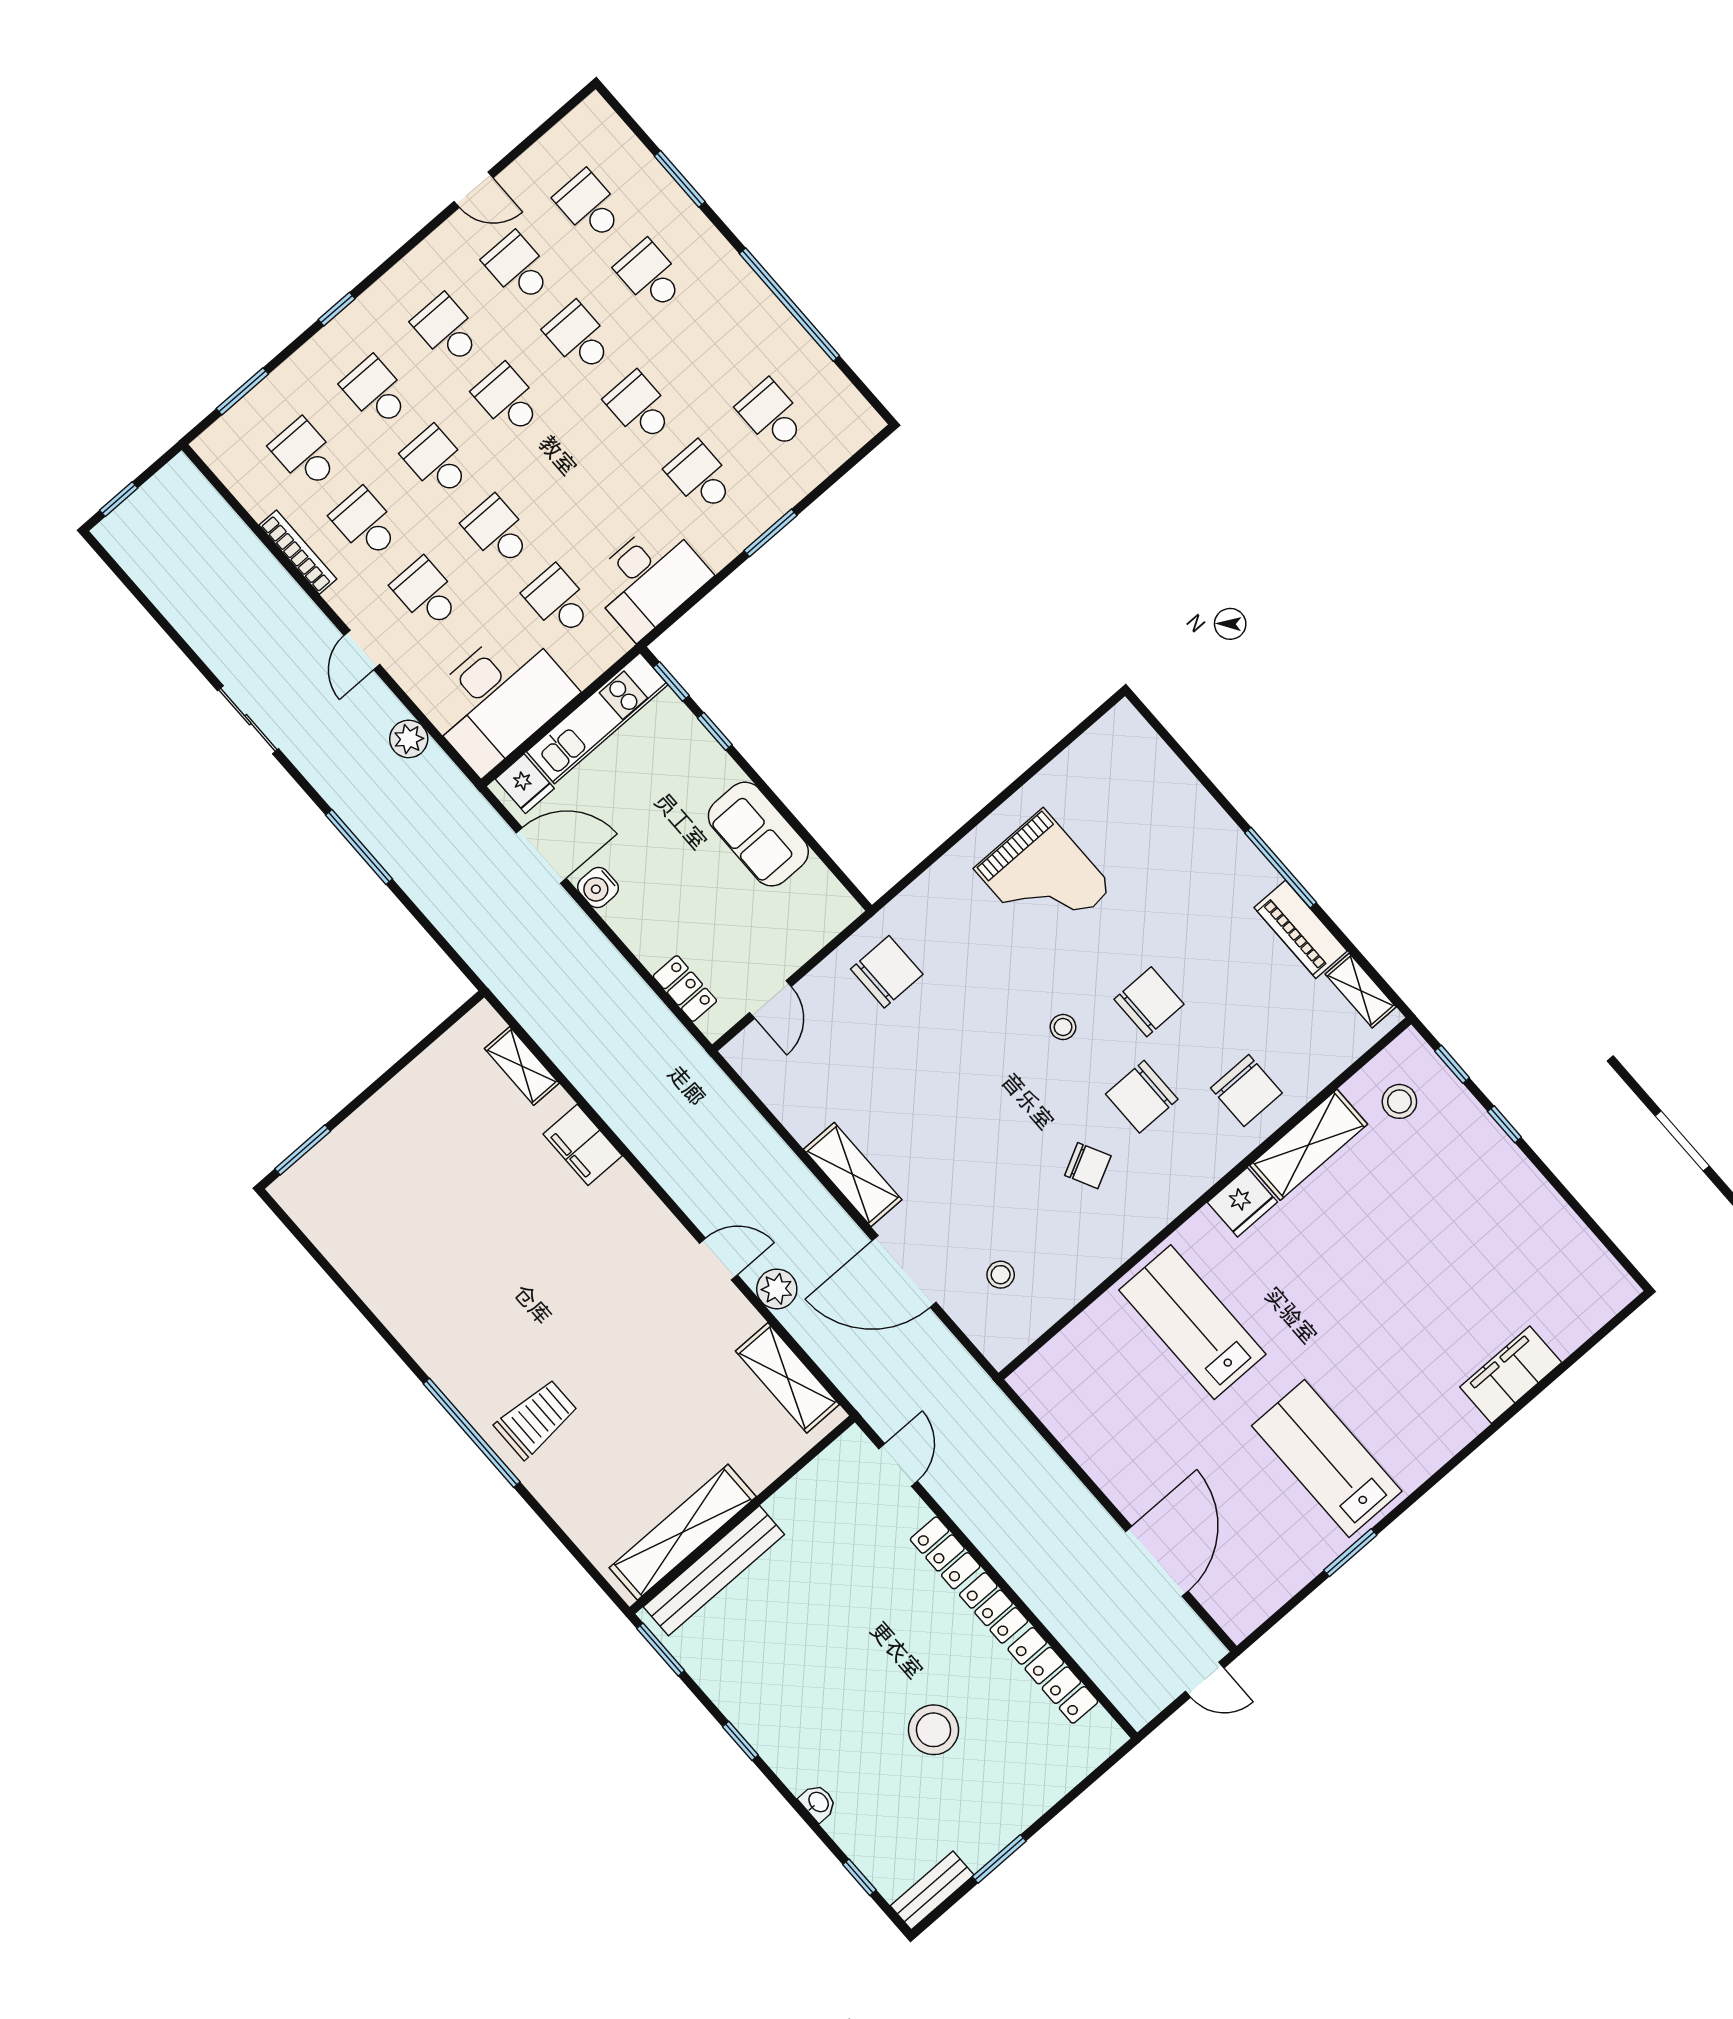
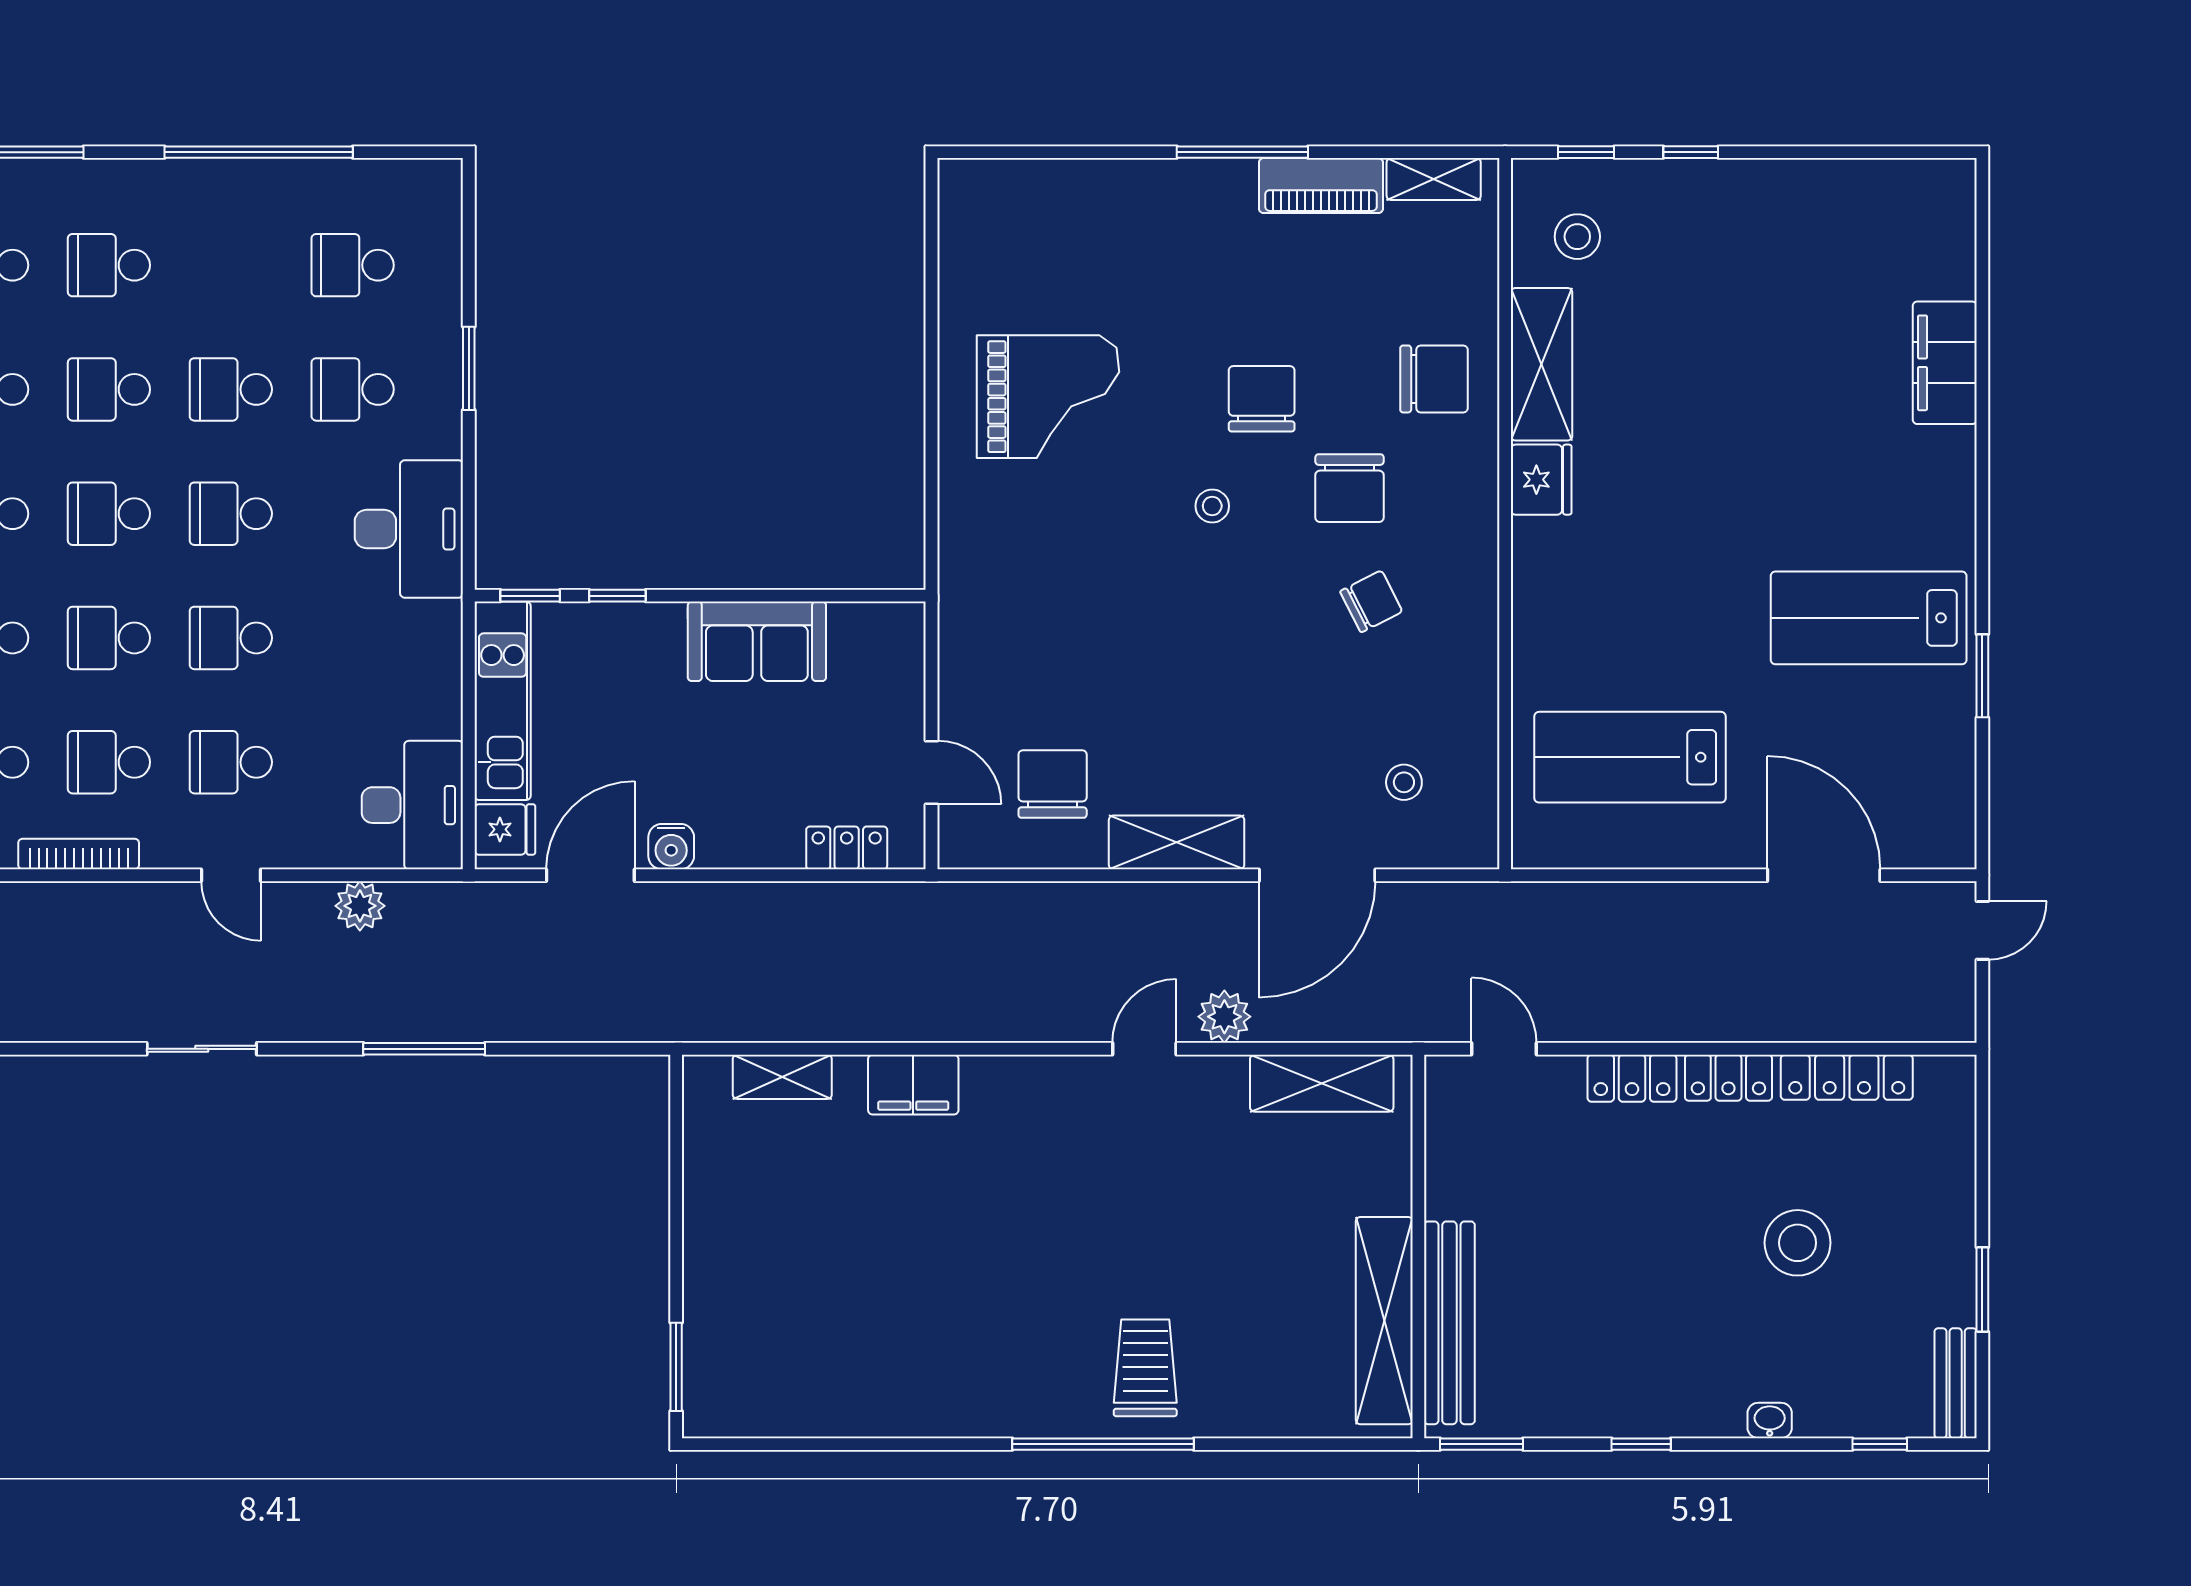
school desk: (558, 601) -> (231, 514), moved
desk: (498, 698) -> (412, 805), width x0.73, depth x0.77
chair: (887, 972) -> (1053, 784), moved
lab bench: (1192, 1322) -> (1630, 757), moved

